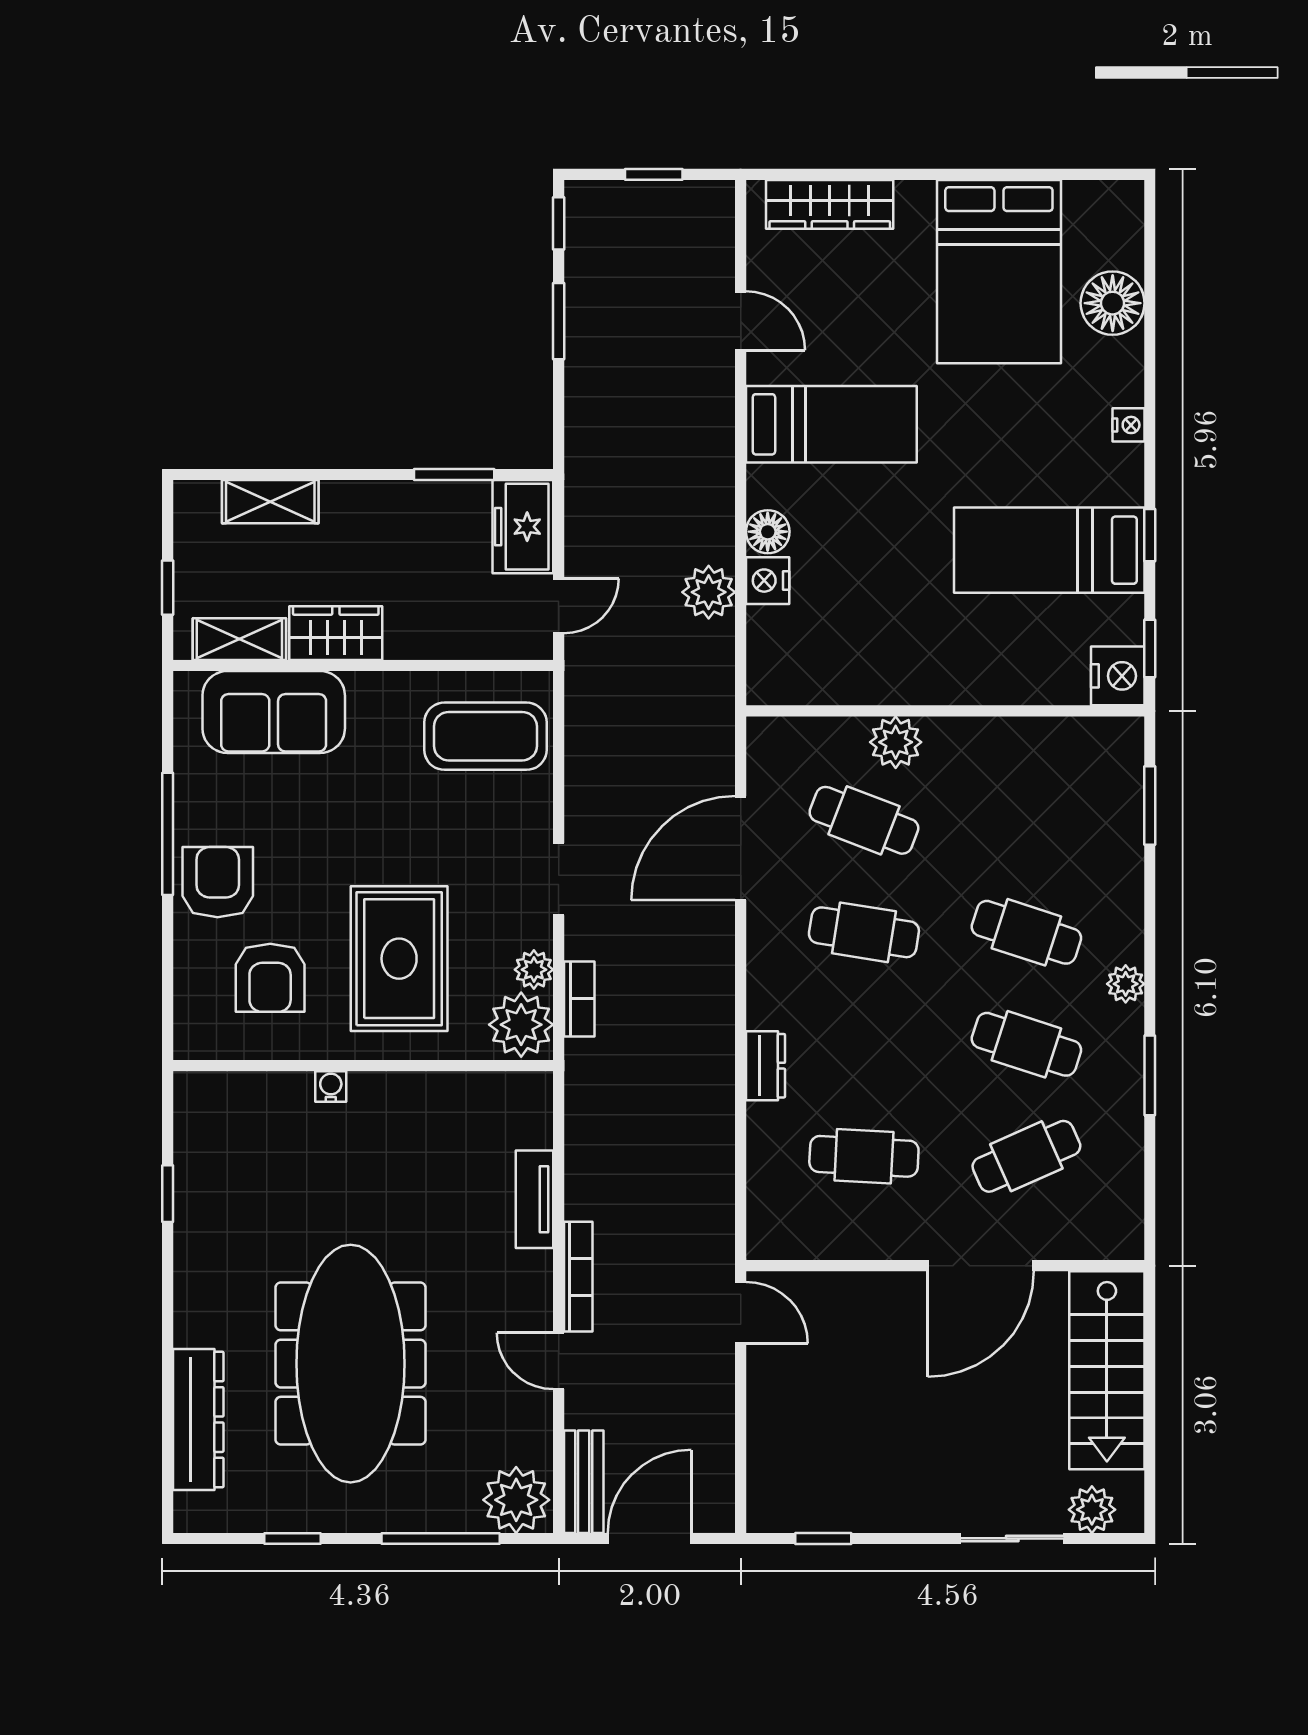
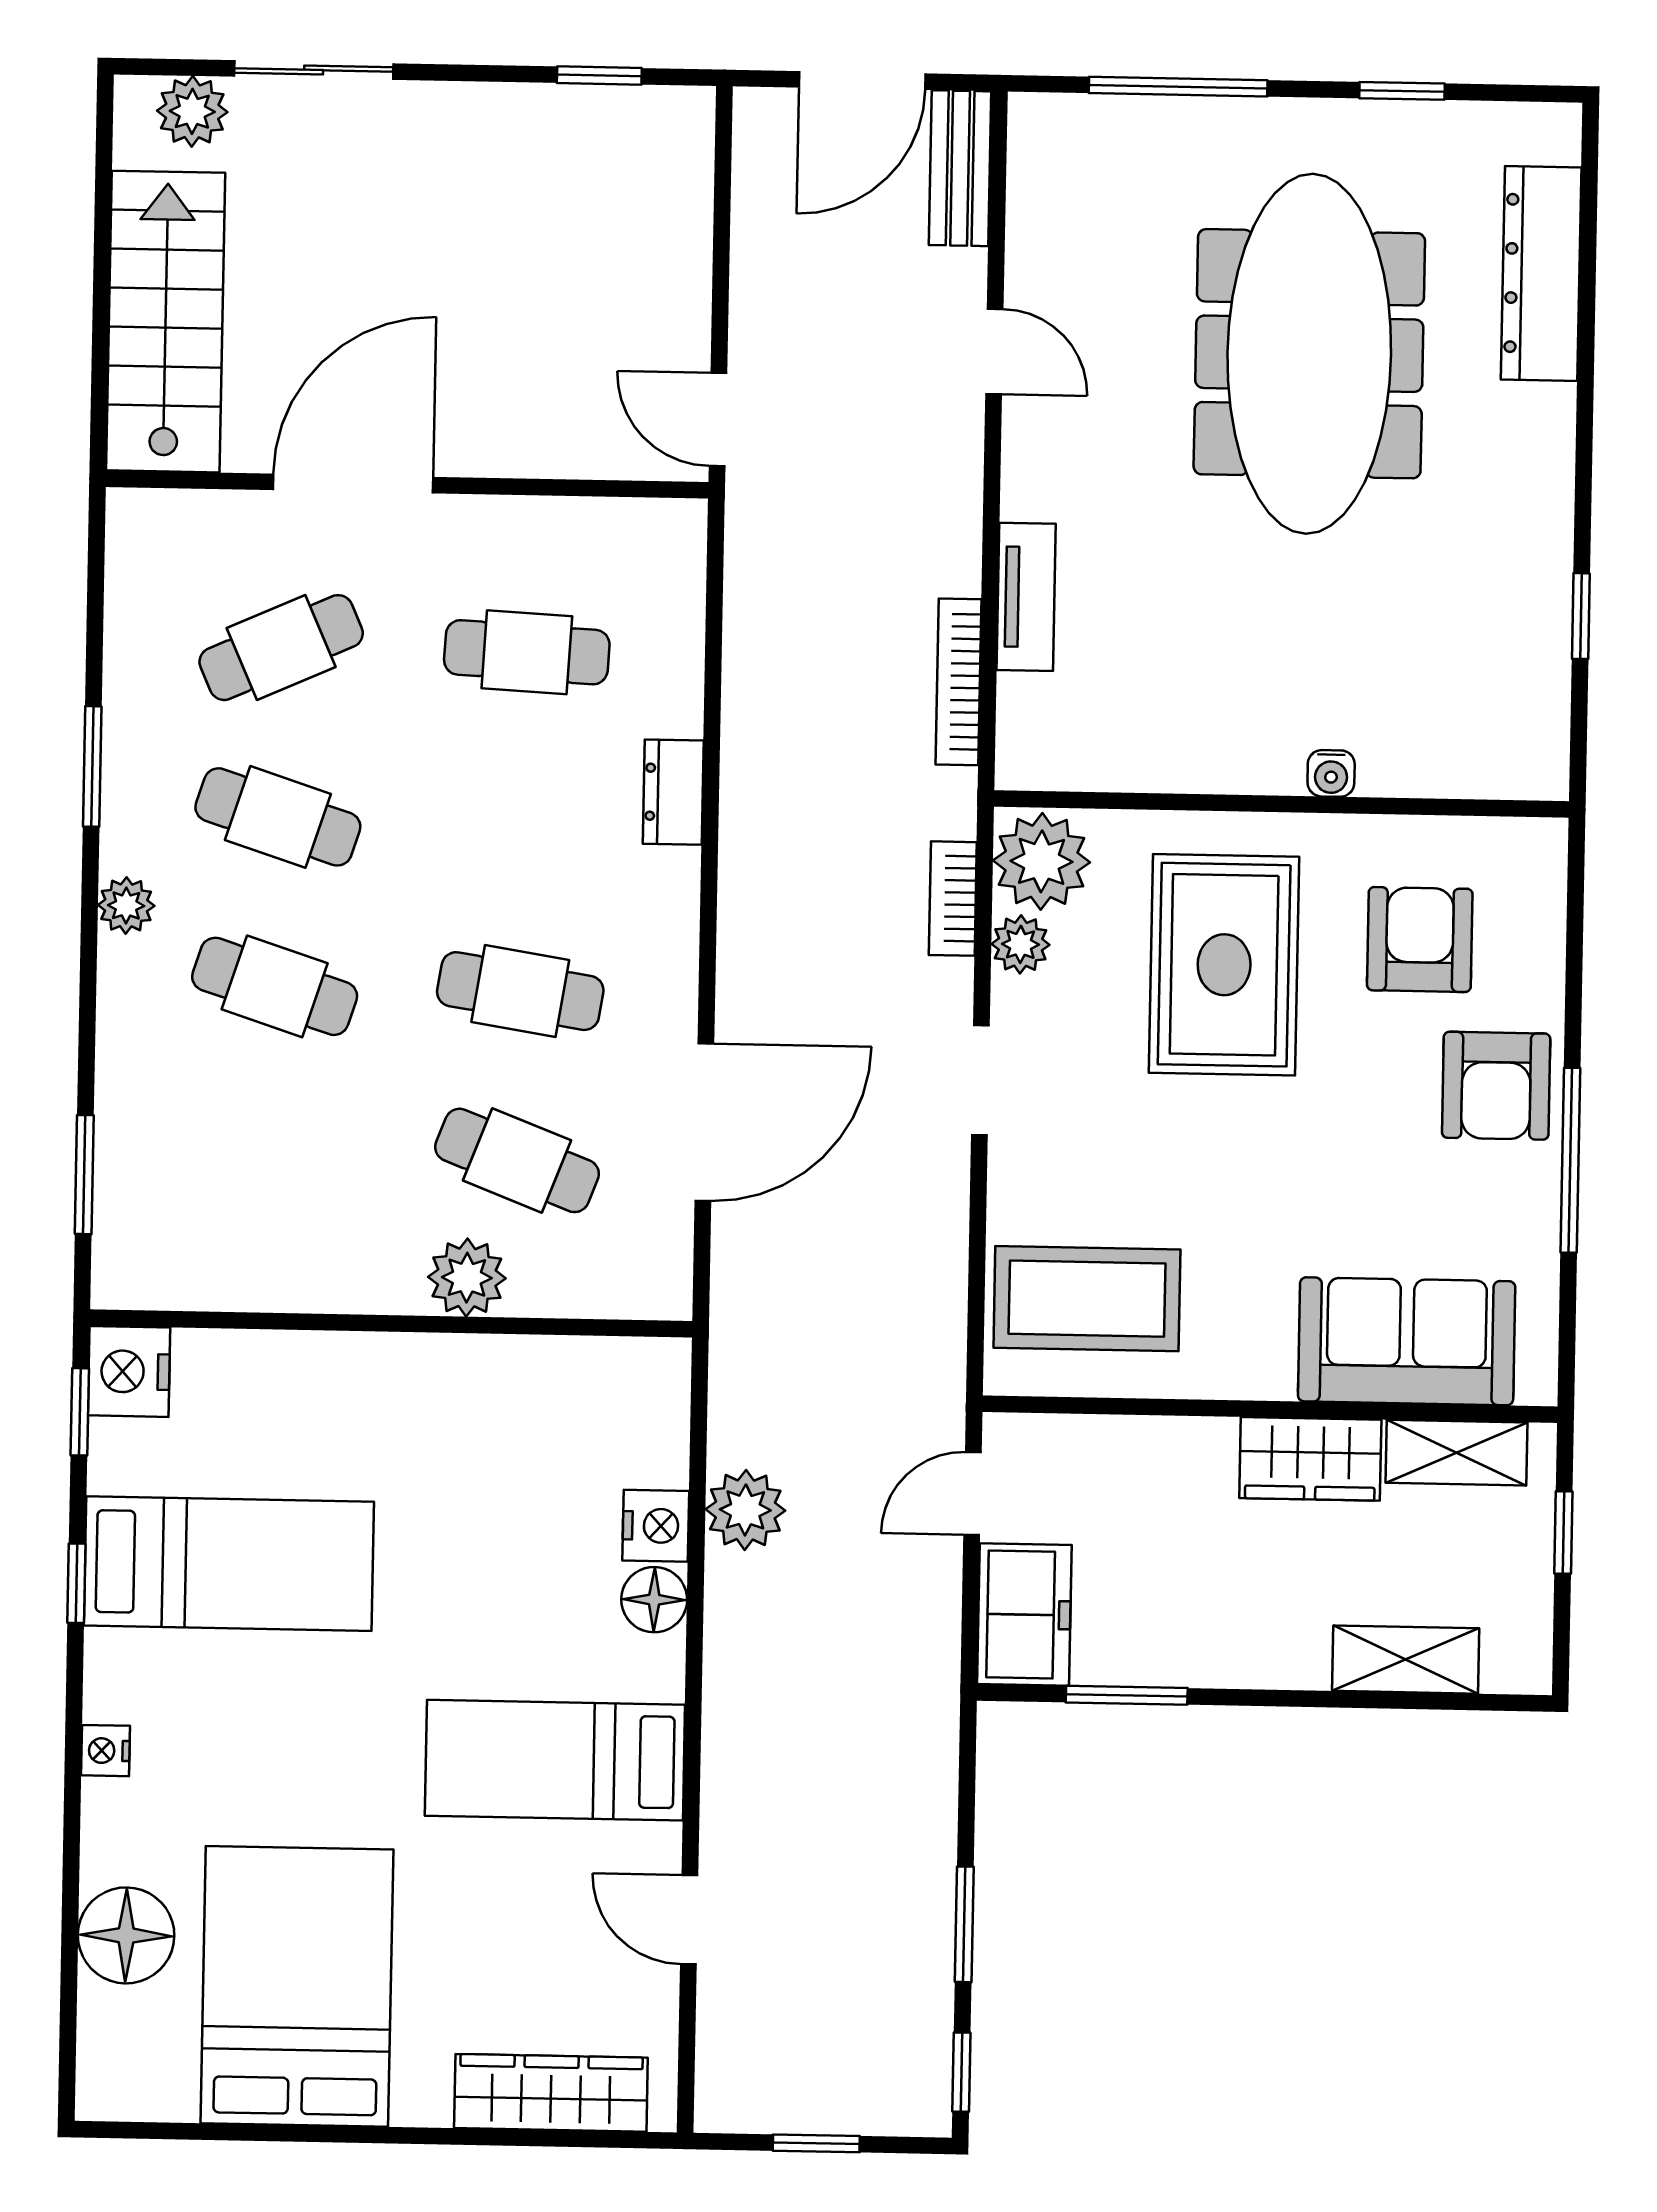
bookcase: (578, 1277) -> (959, 682), moved
plant: (516, 1500) -> (1063, 143), removed

